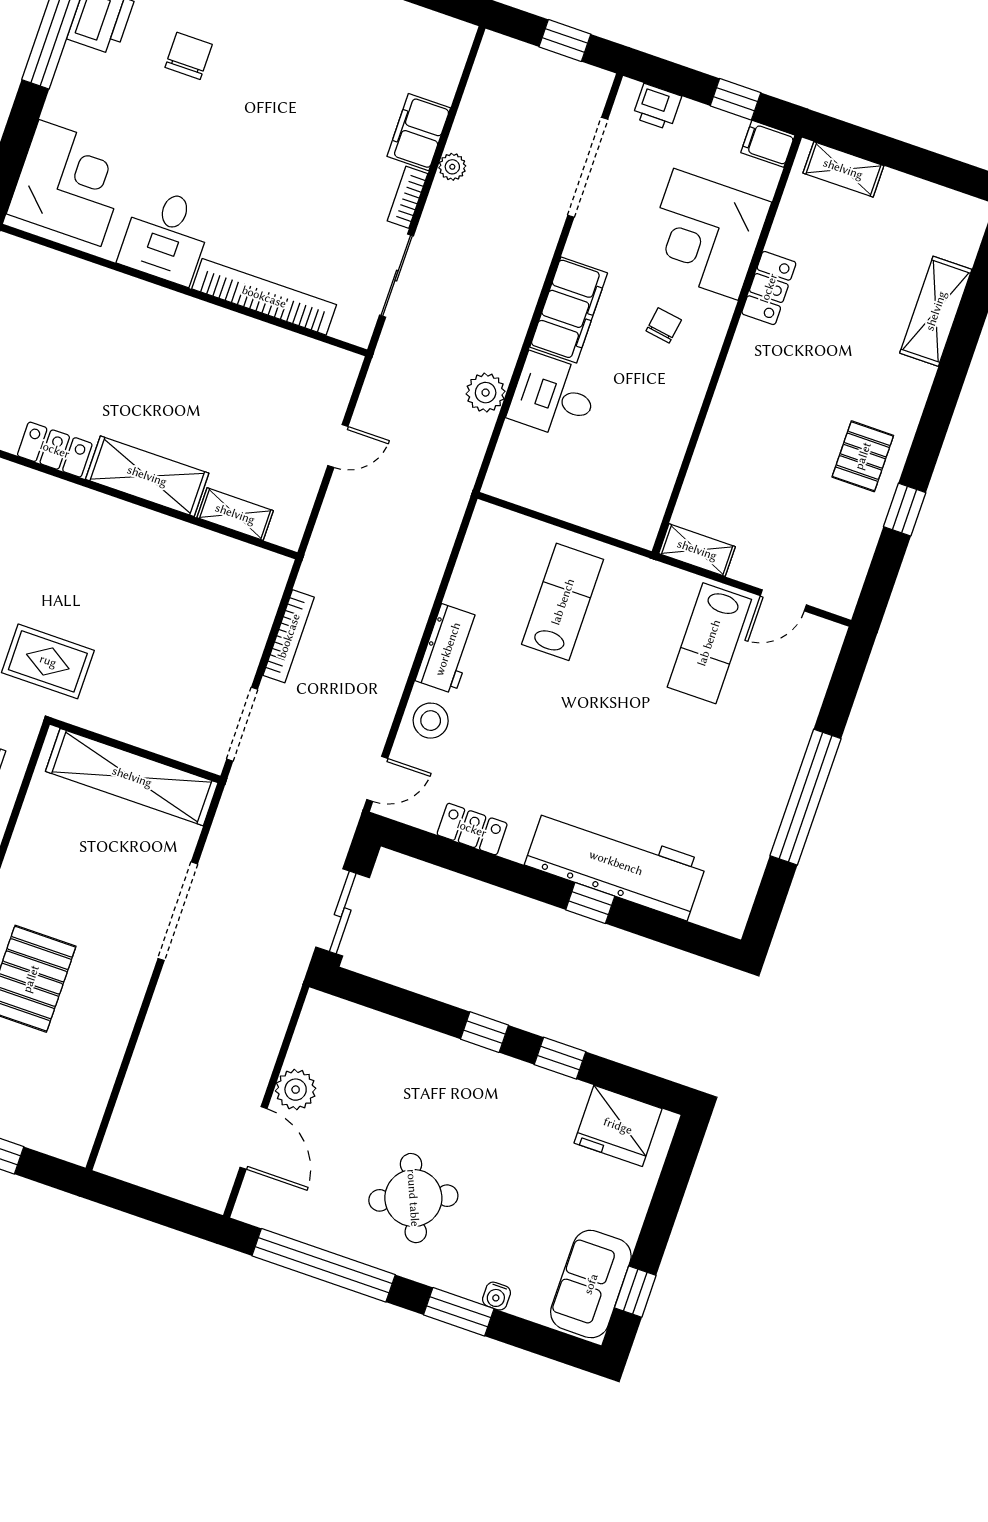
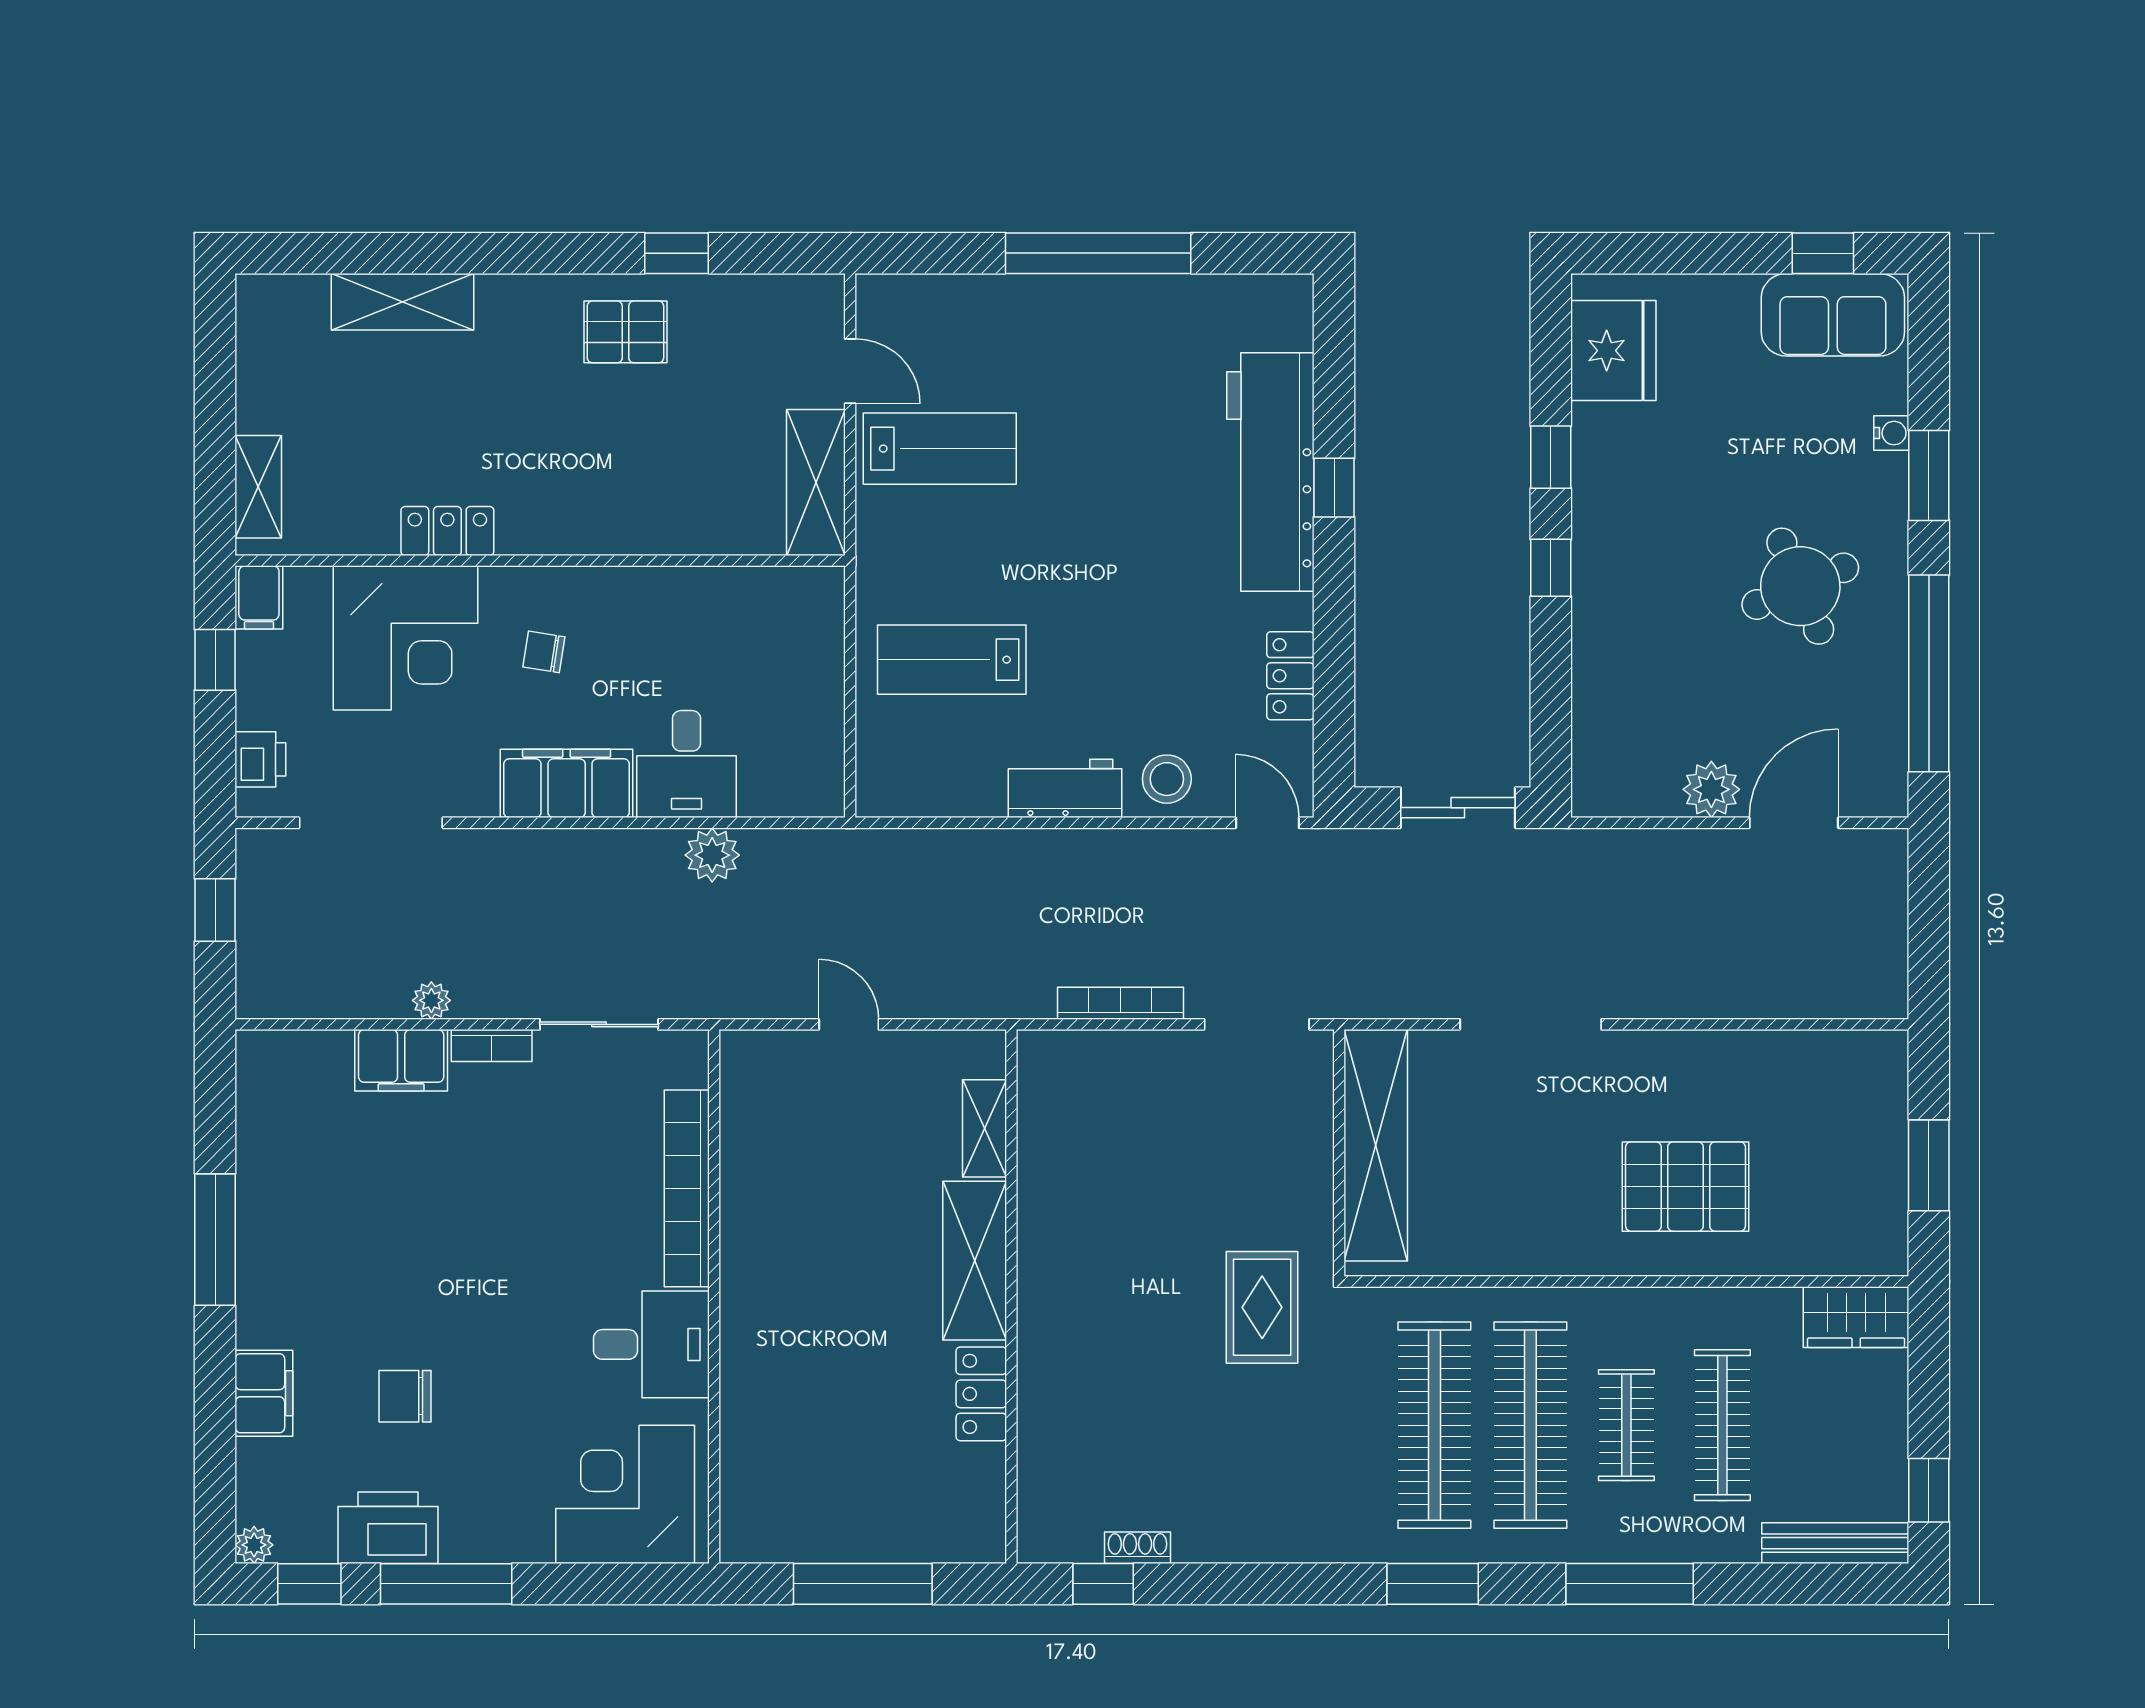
shelving: (697, 550) -> (816, 482), width x1.50, depth x1.33

